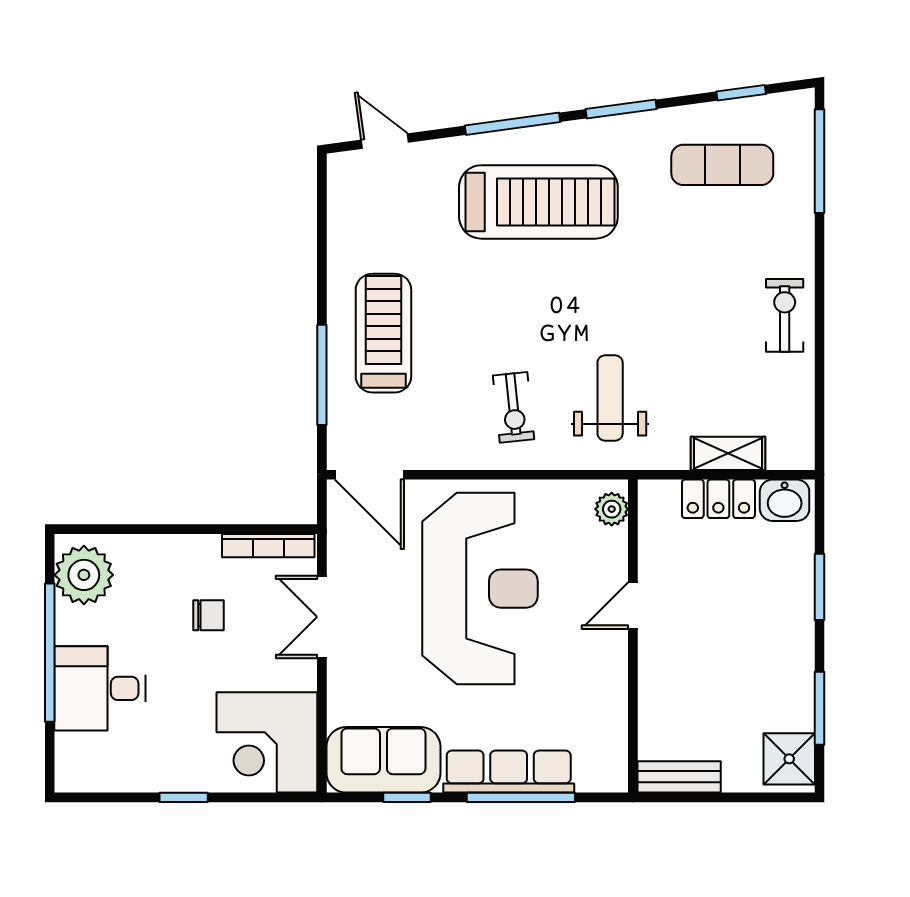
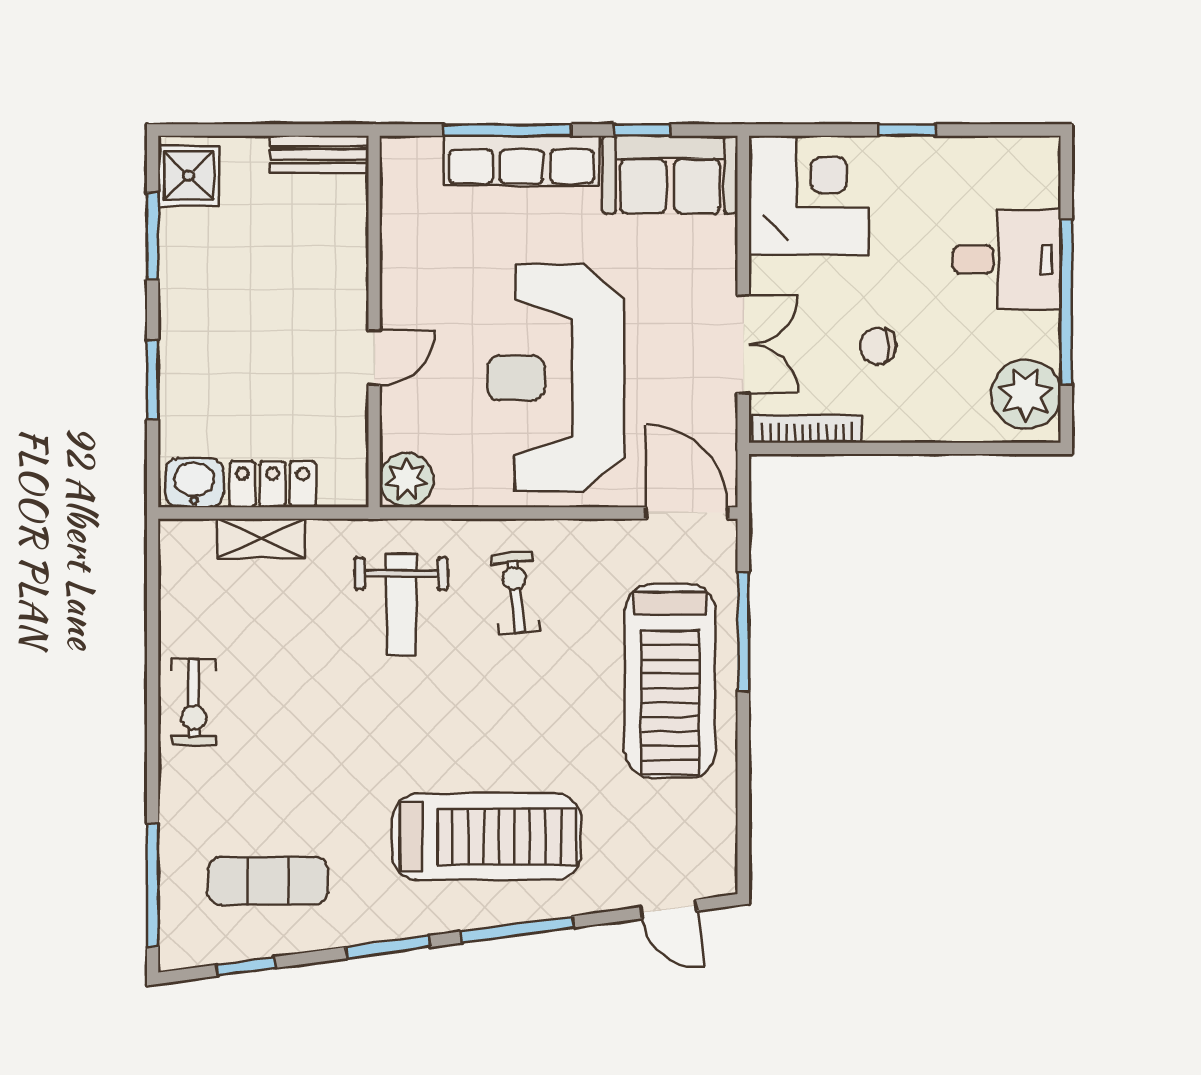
treadmill: (538, 202) -> (486, 837), turned 180
treadmill: (383, 333) -> (670, 681), width x1.37, depth x1.38
plant: (612, 509) -> (407, 480), width x1.38, depth x1.38

